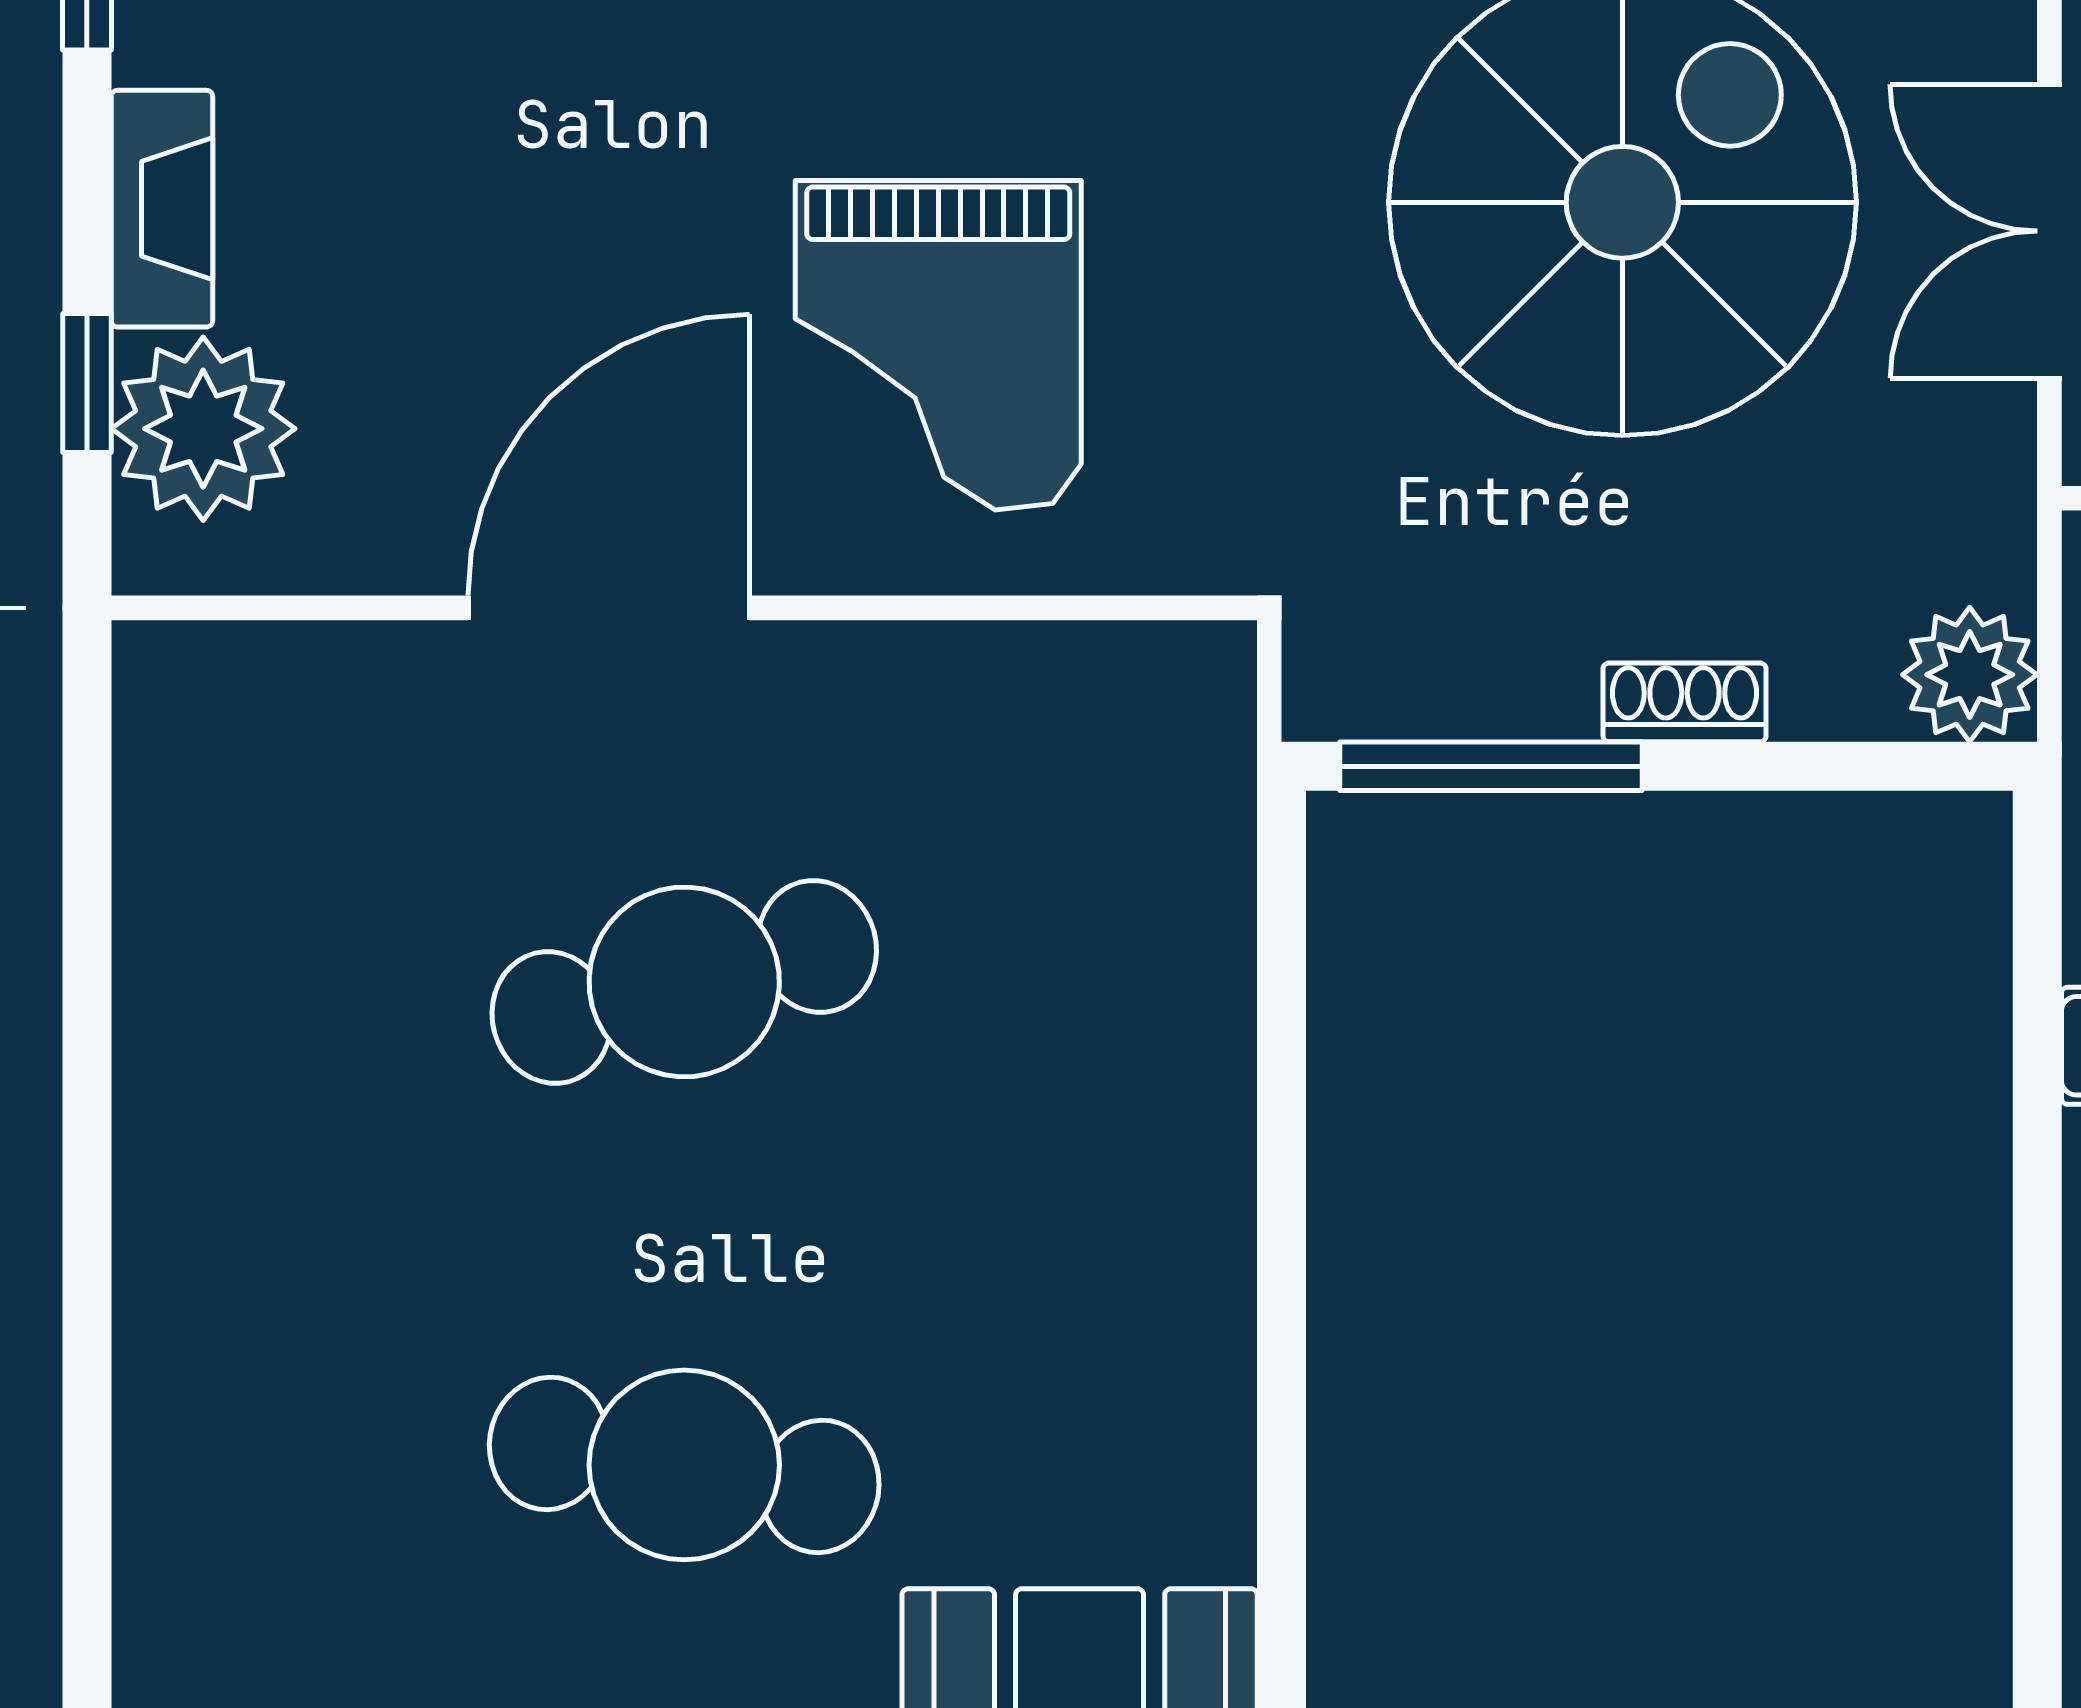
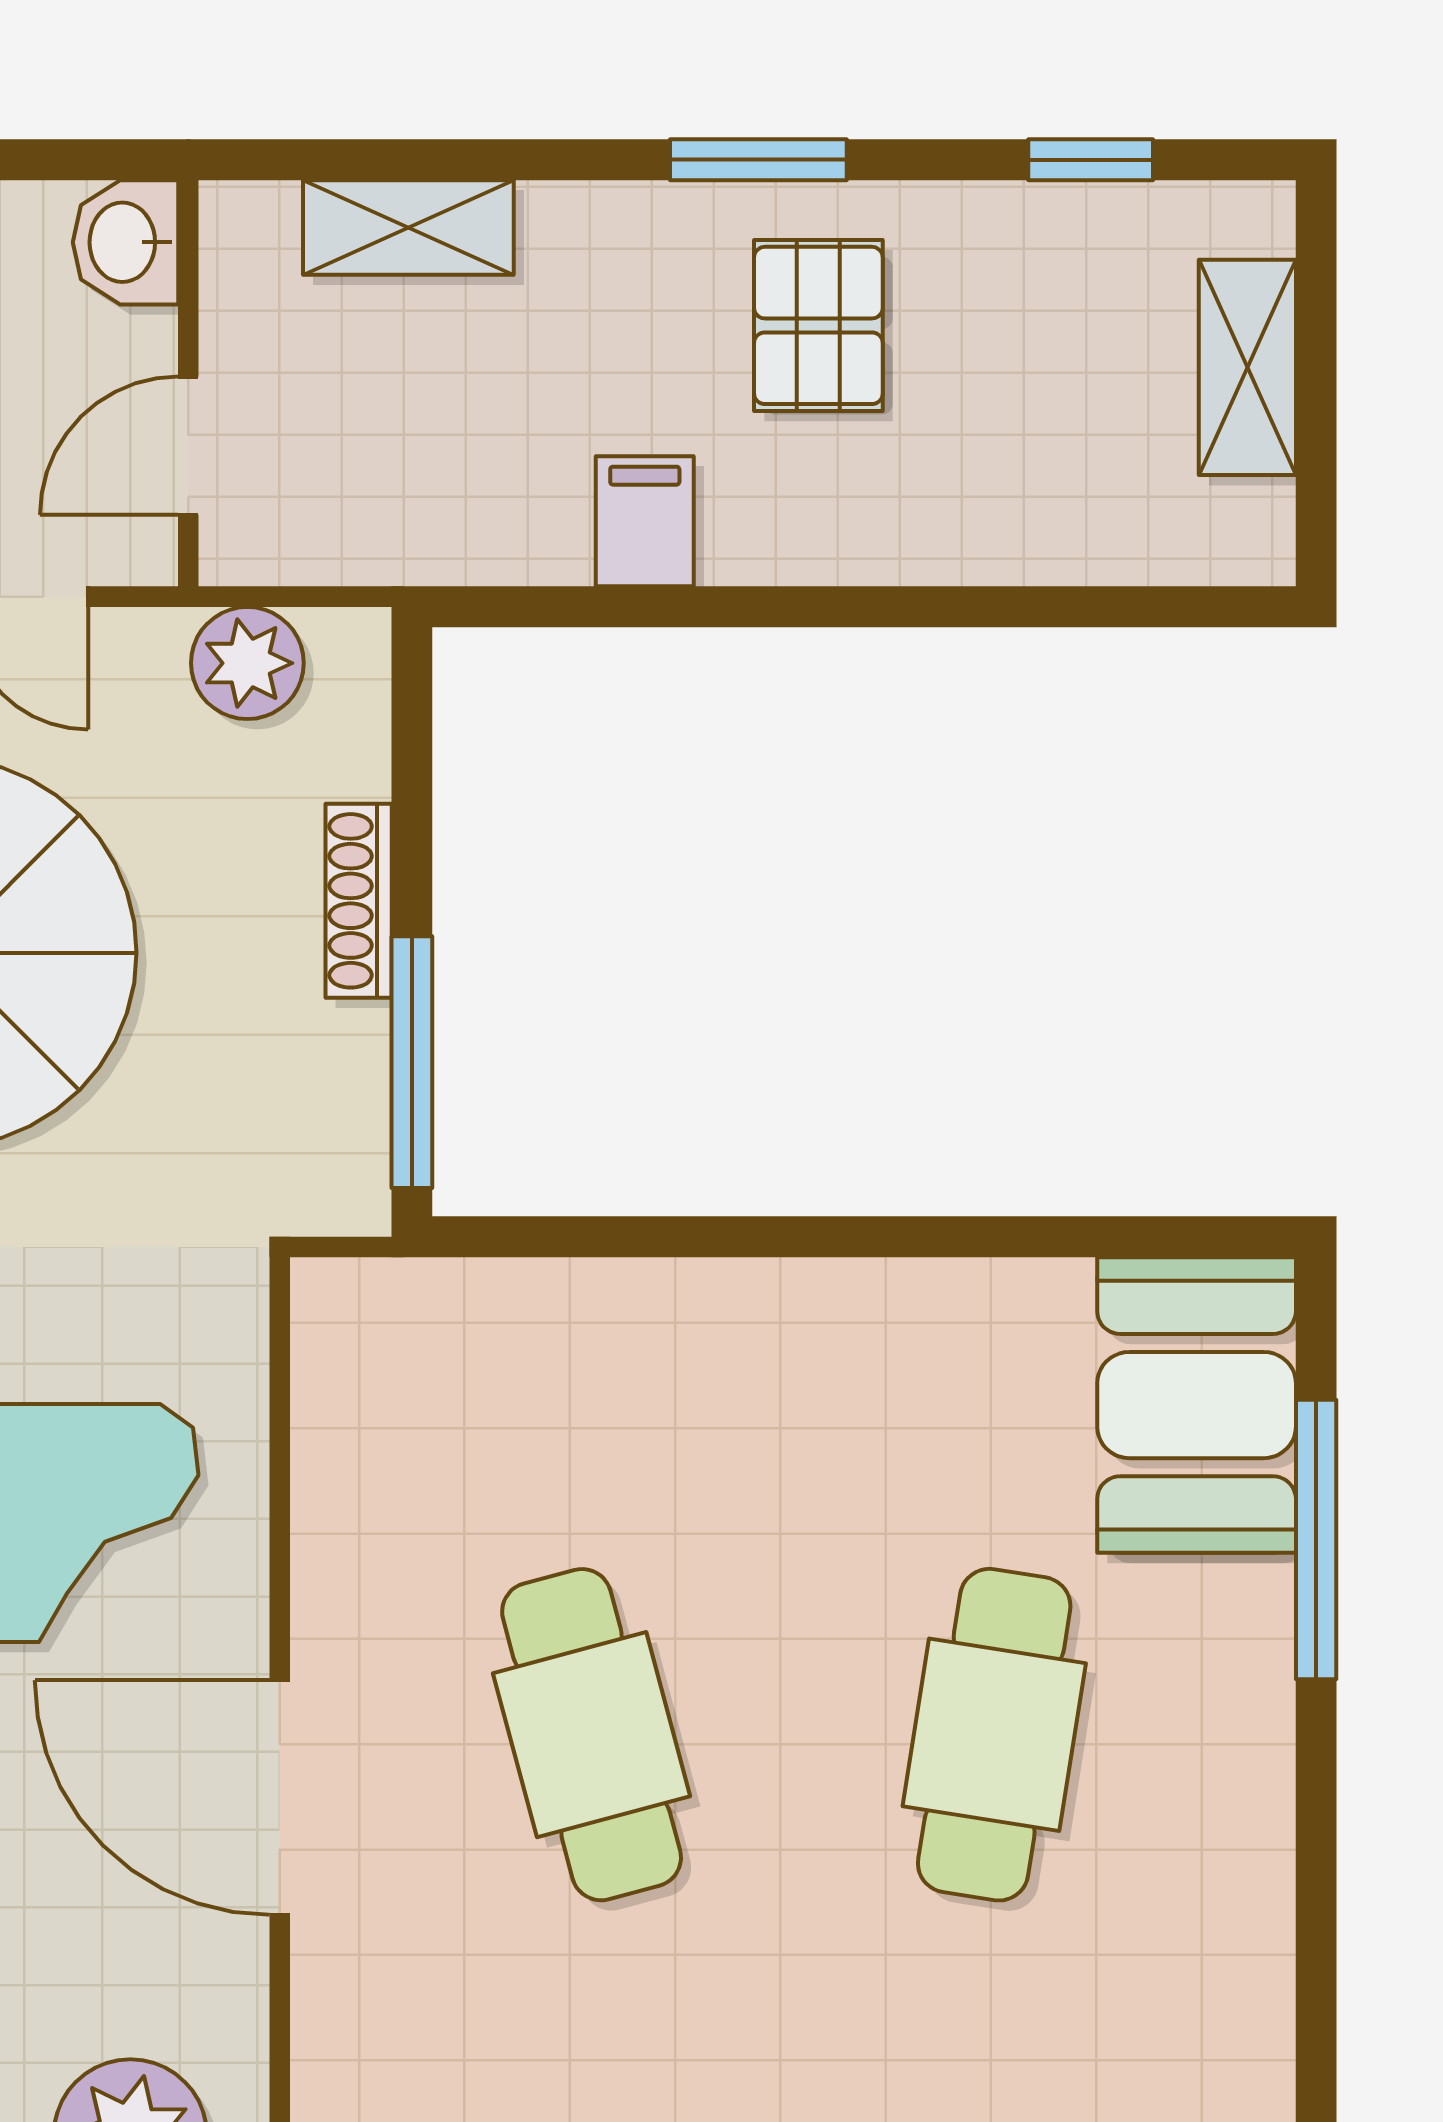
plant: (1970, 675) -> (247, 663), moved
shoe rack: (1684, 702) -> (359, 901), width x1.43

